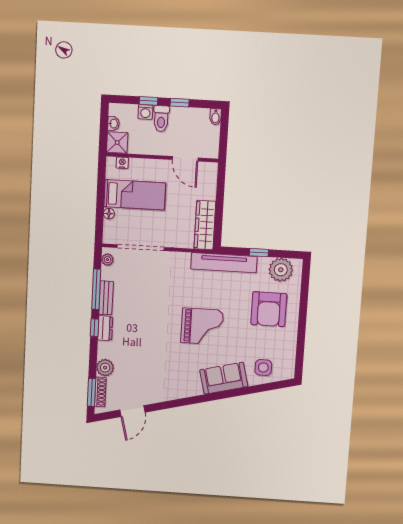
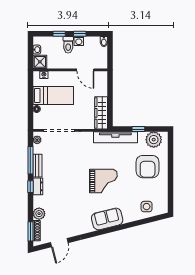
washing machine: (145, 112) -> (79, 41), moved
sofa: (224, 378) -> (107, 219), moved

